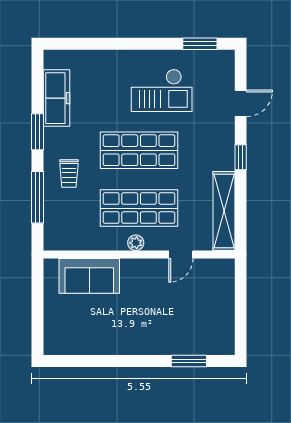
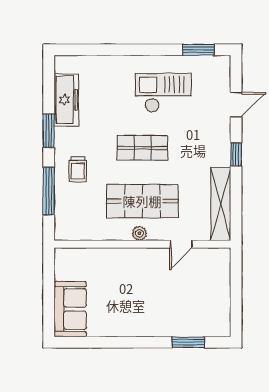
checkout: (162, 90) -> (163, 93), turned 180
shop shelf: (139, 150) -> (142, 148), width x0.70, depth x0.74
sofa: (89, 276) -> (70, 309), moved, turned -90

